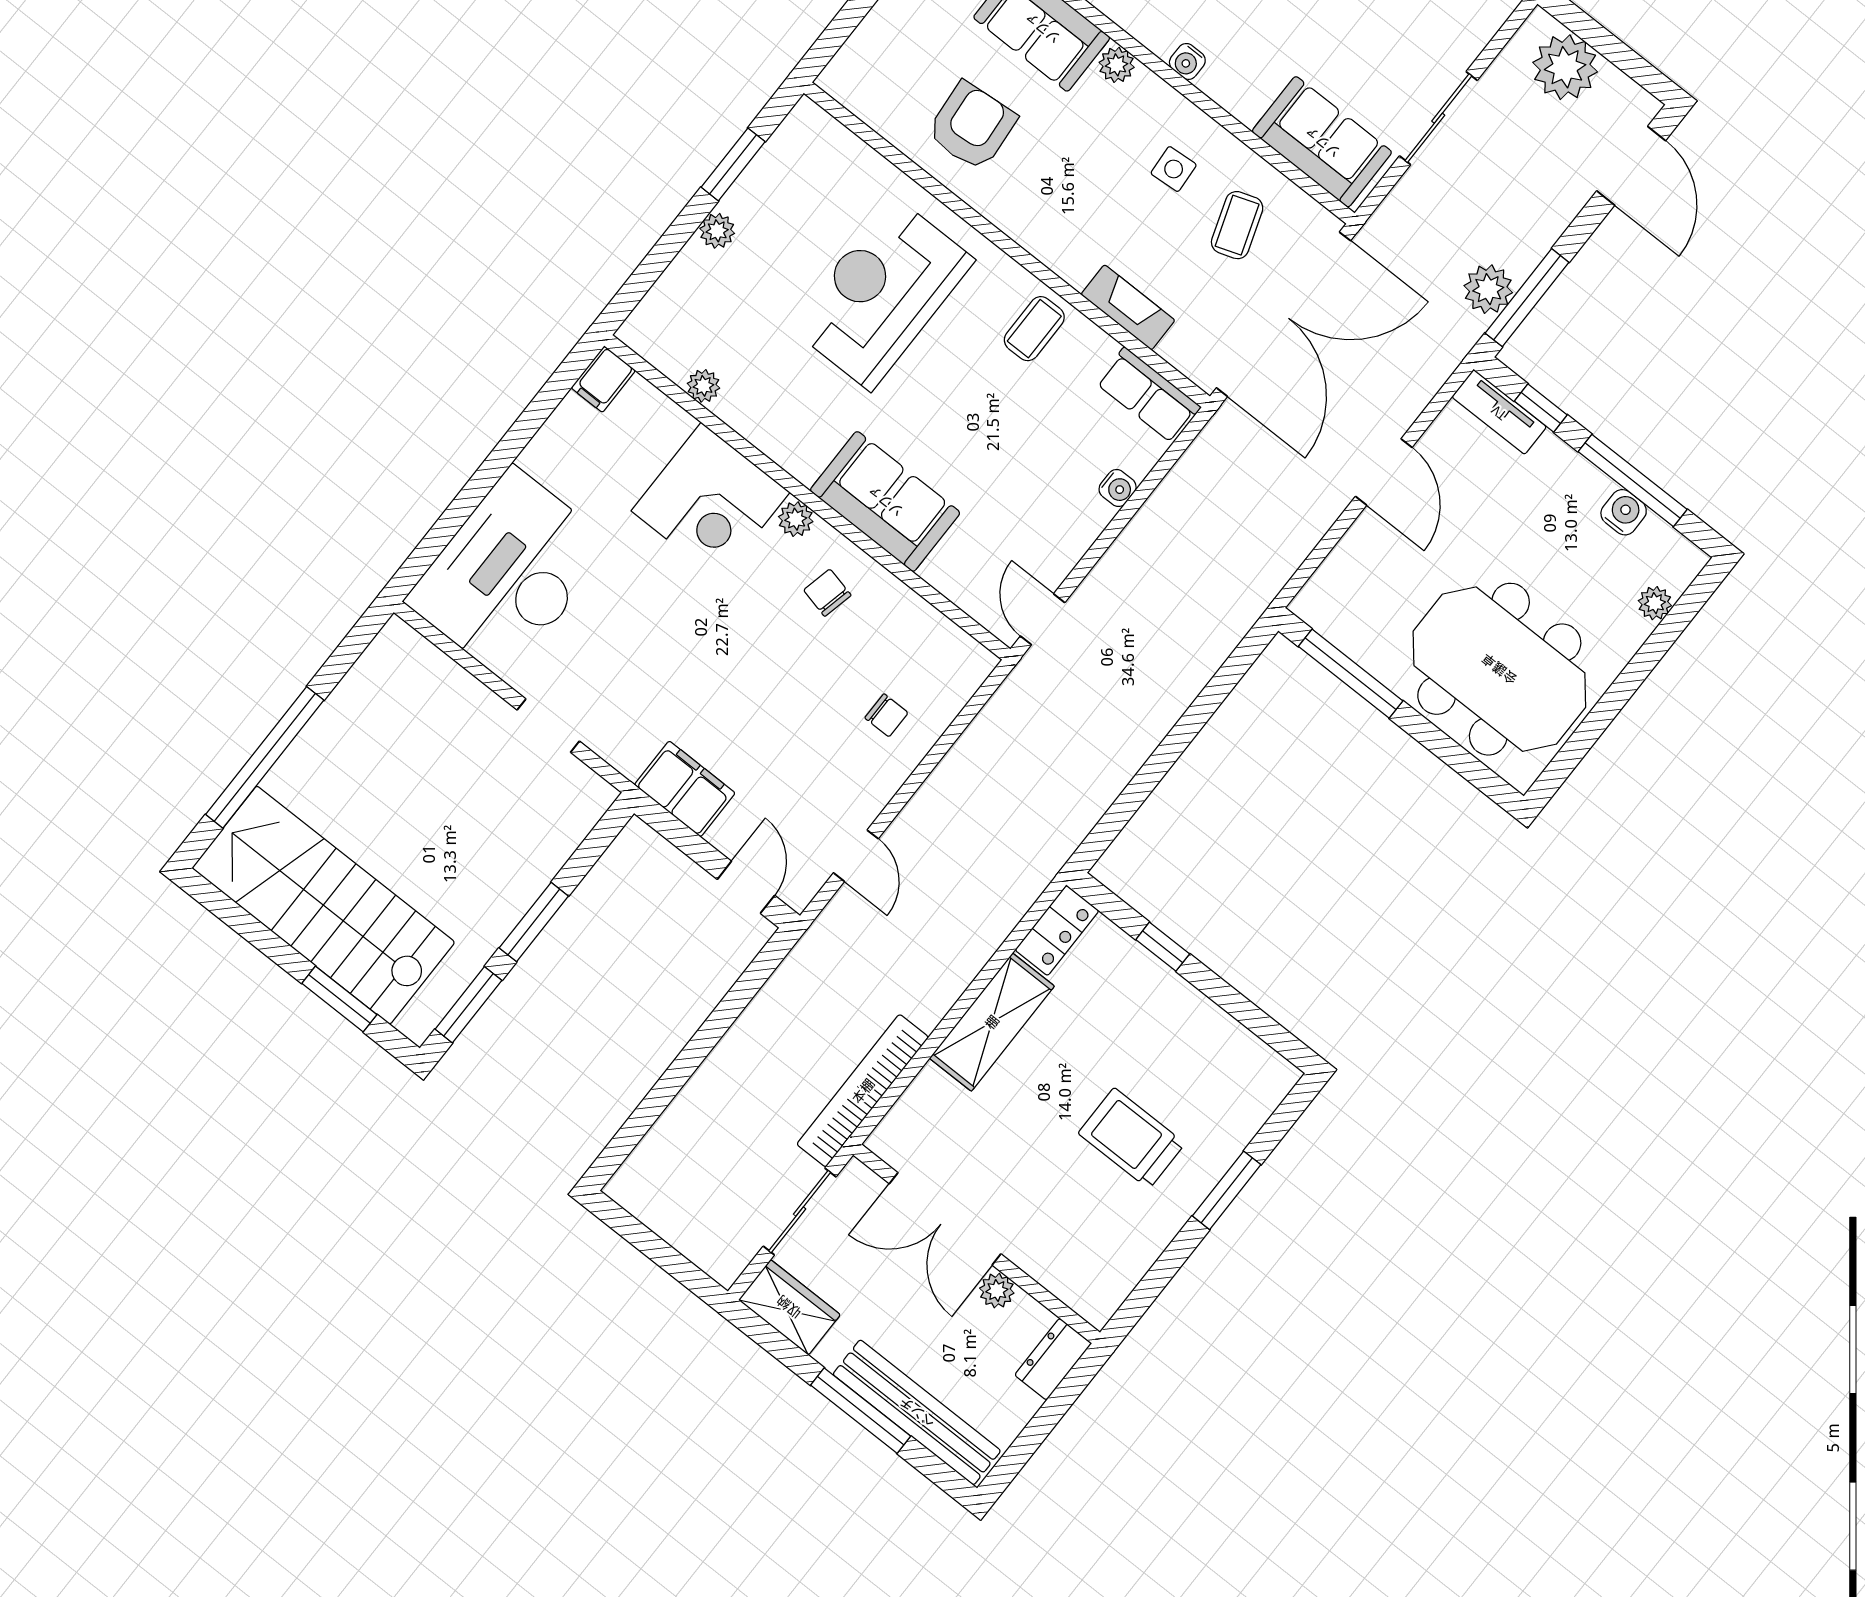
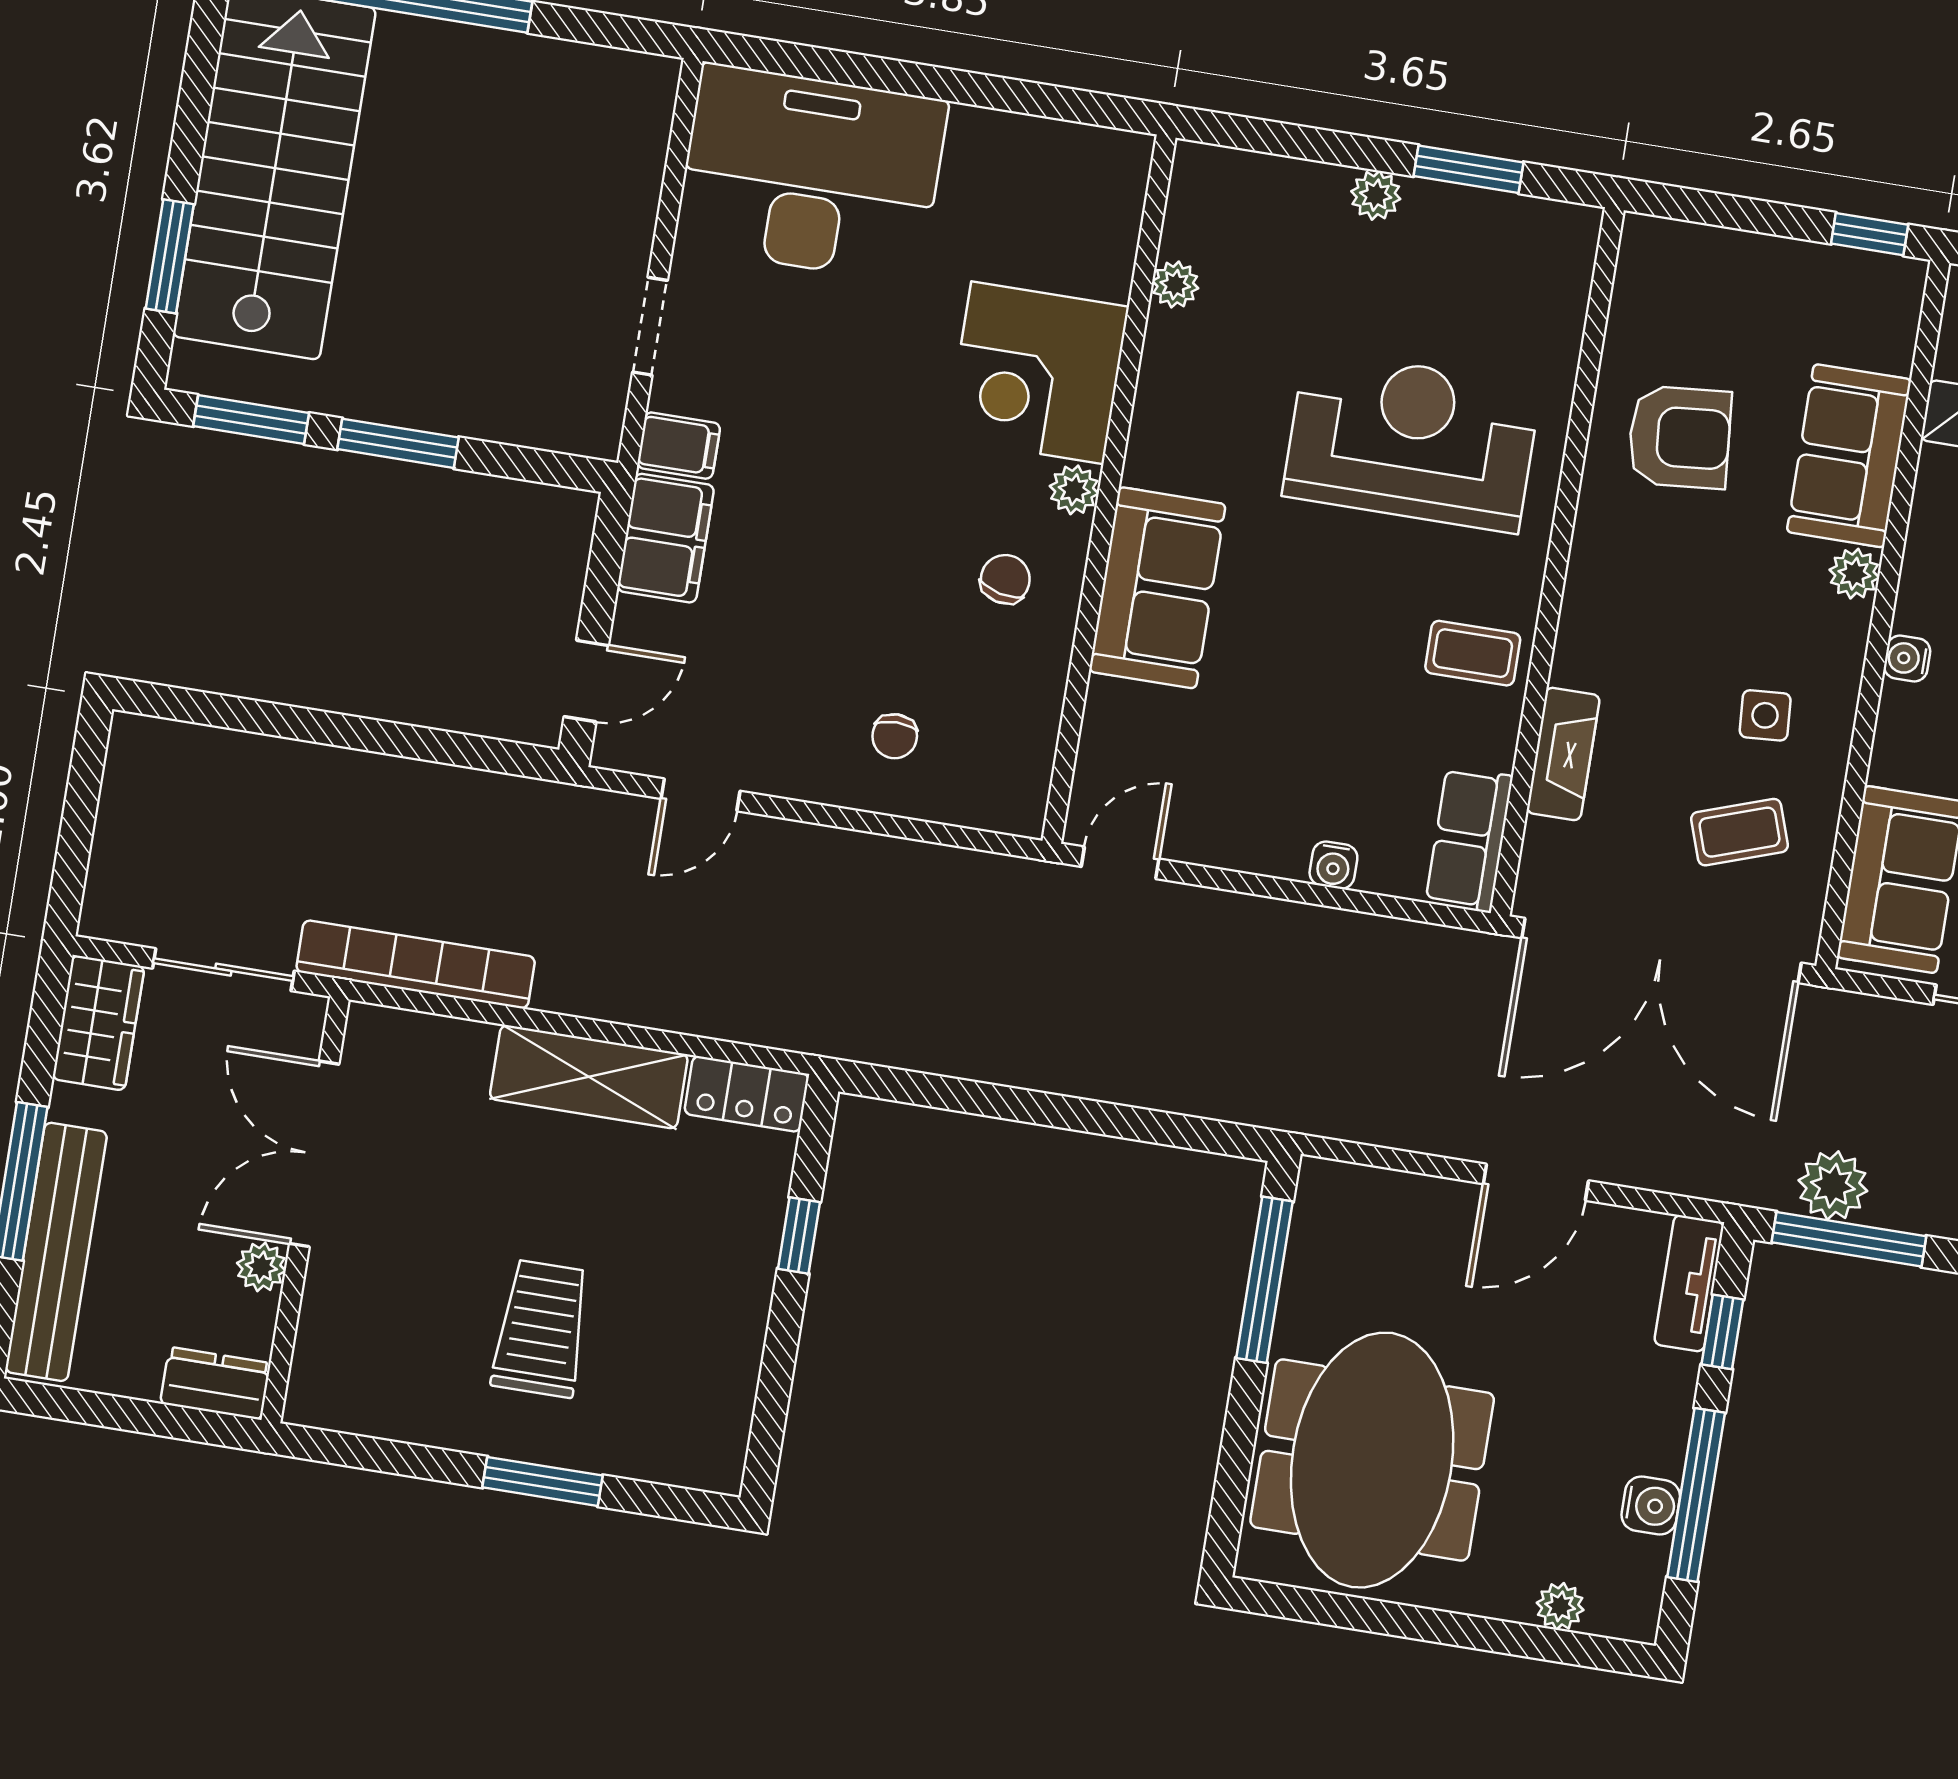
filing cabinet: (603, 379) -> (679, 446), moved, turned 180

